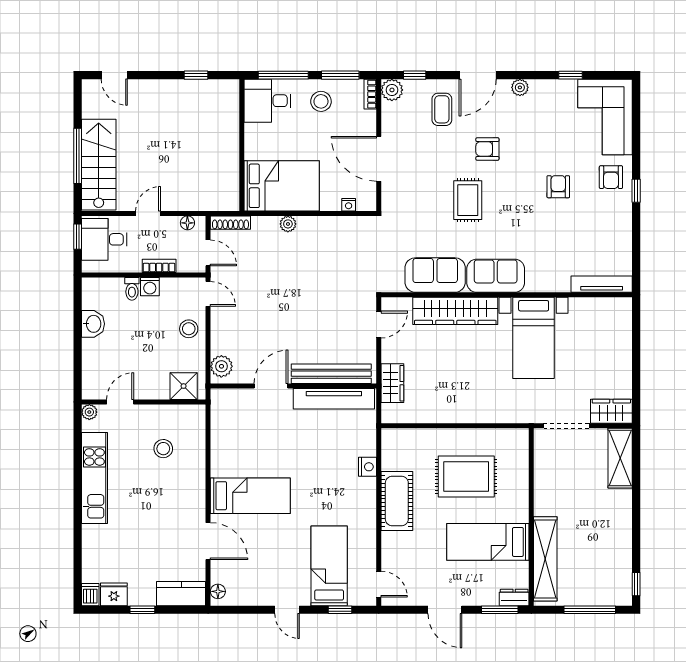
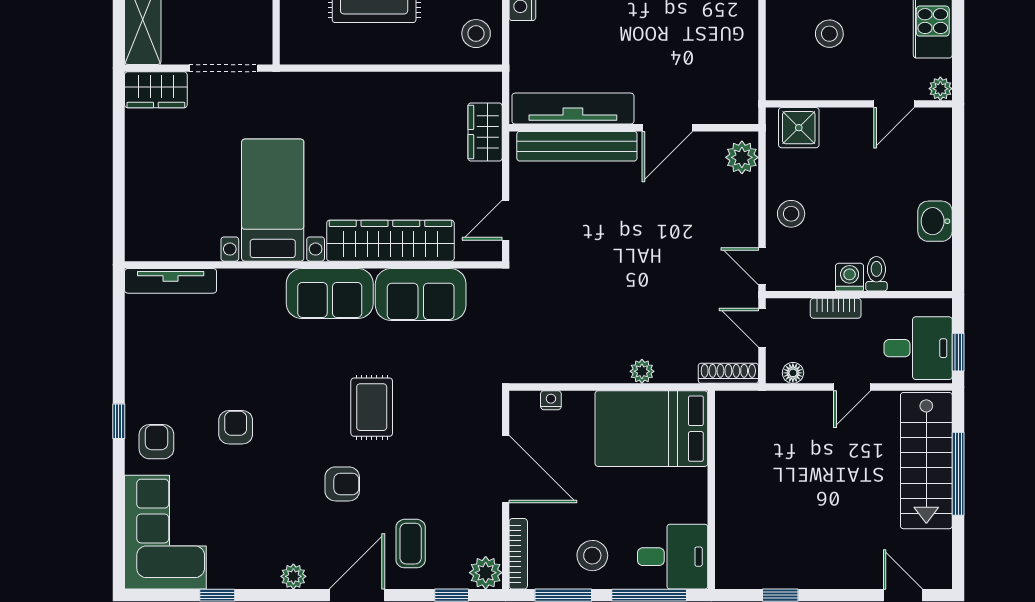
bookcase: (370, 94) -> (518, 554), width x1.56
armchair: (558, 187) -> (236, 427), turned 180
stool: (398, 449) -> (476, 34), added

